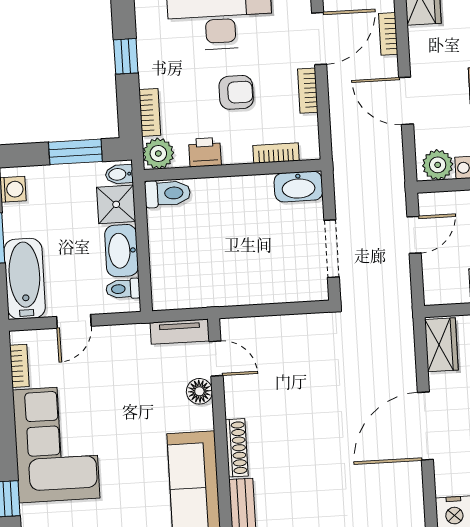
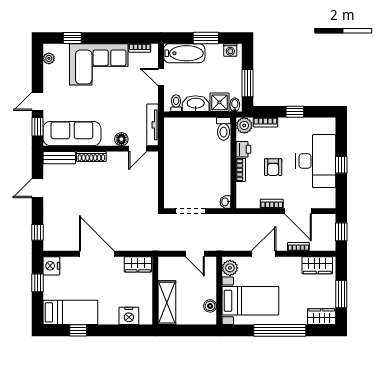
bookcase: (276, 153) -> (241, 170), moved
washbasin: (298, 187) -> (225, 202), width x0.52, depth x0.69
tv unit: (180, 332) -> (152, 125), width x1.41

